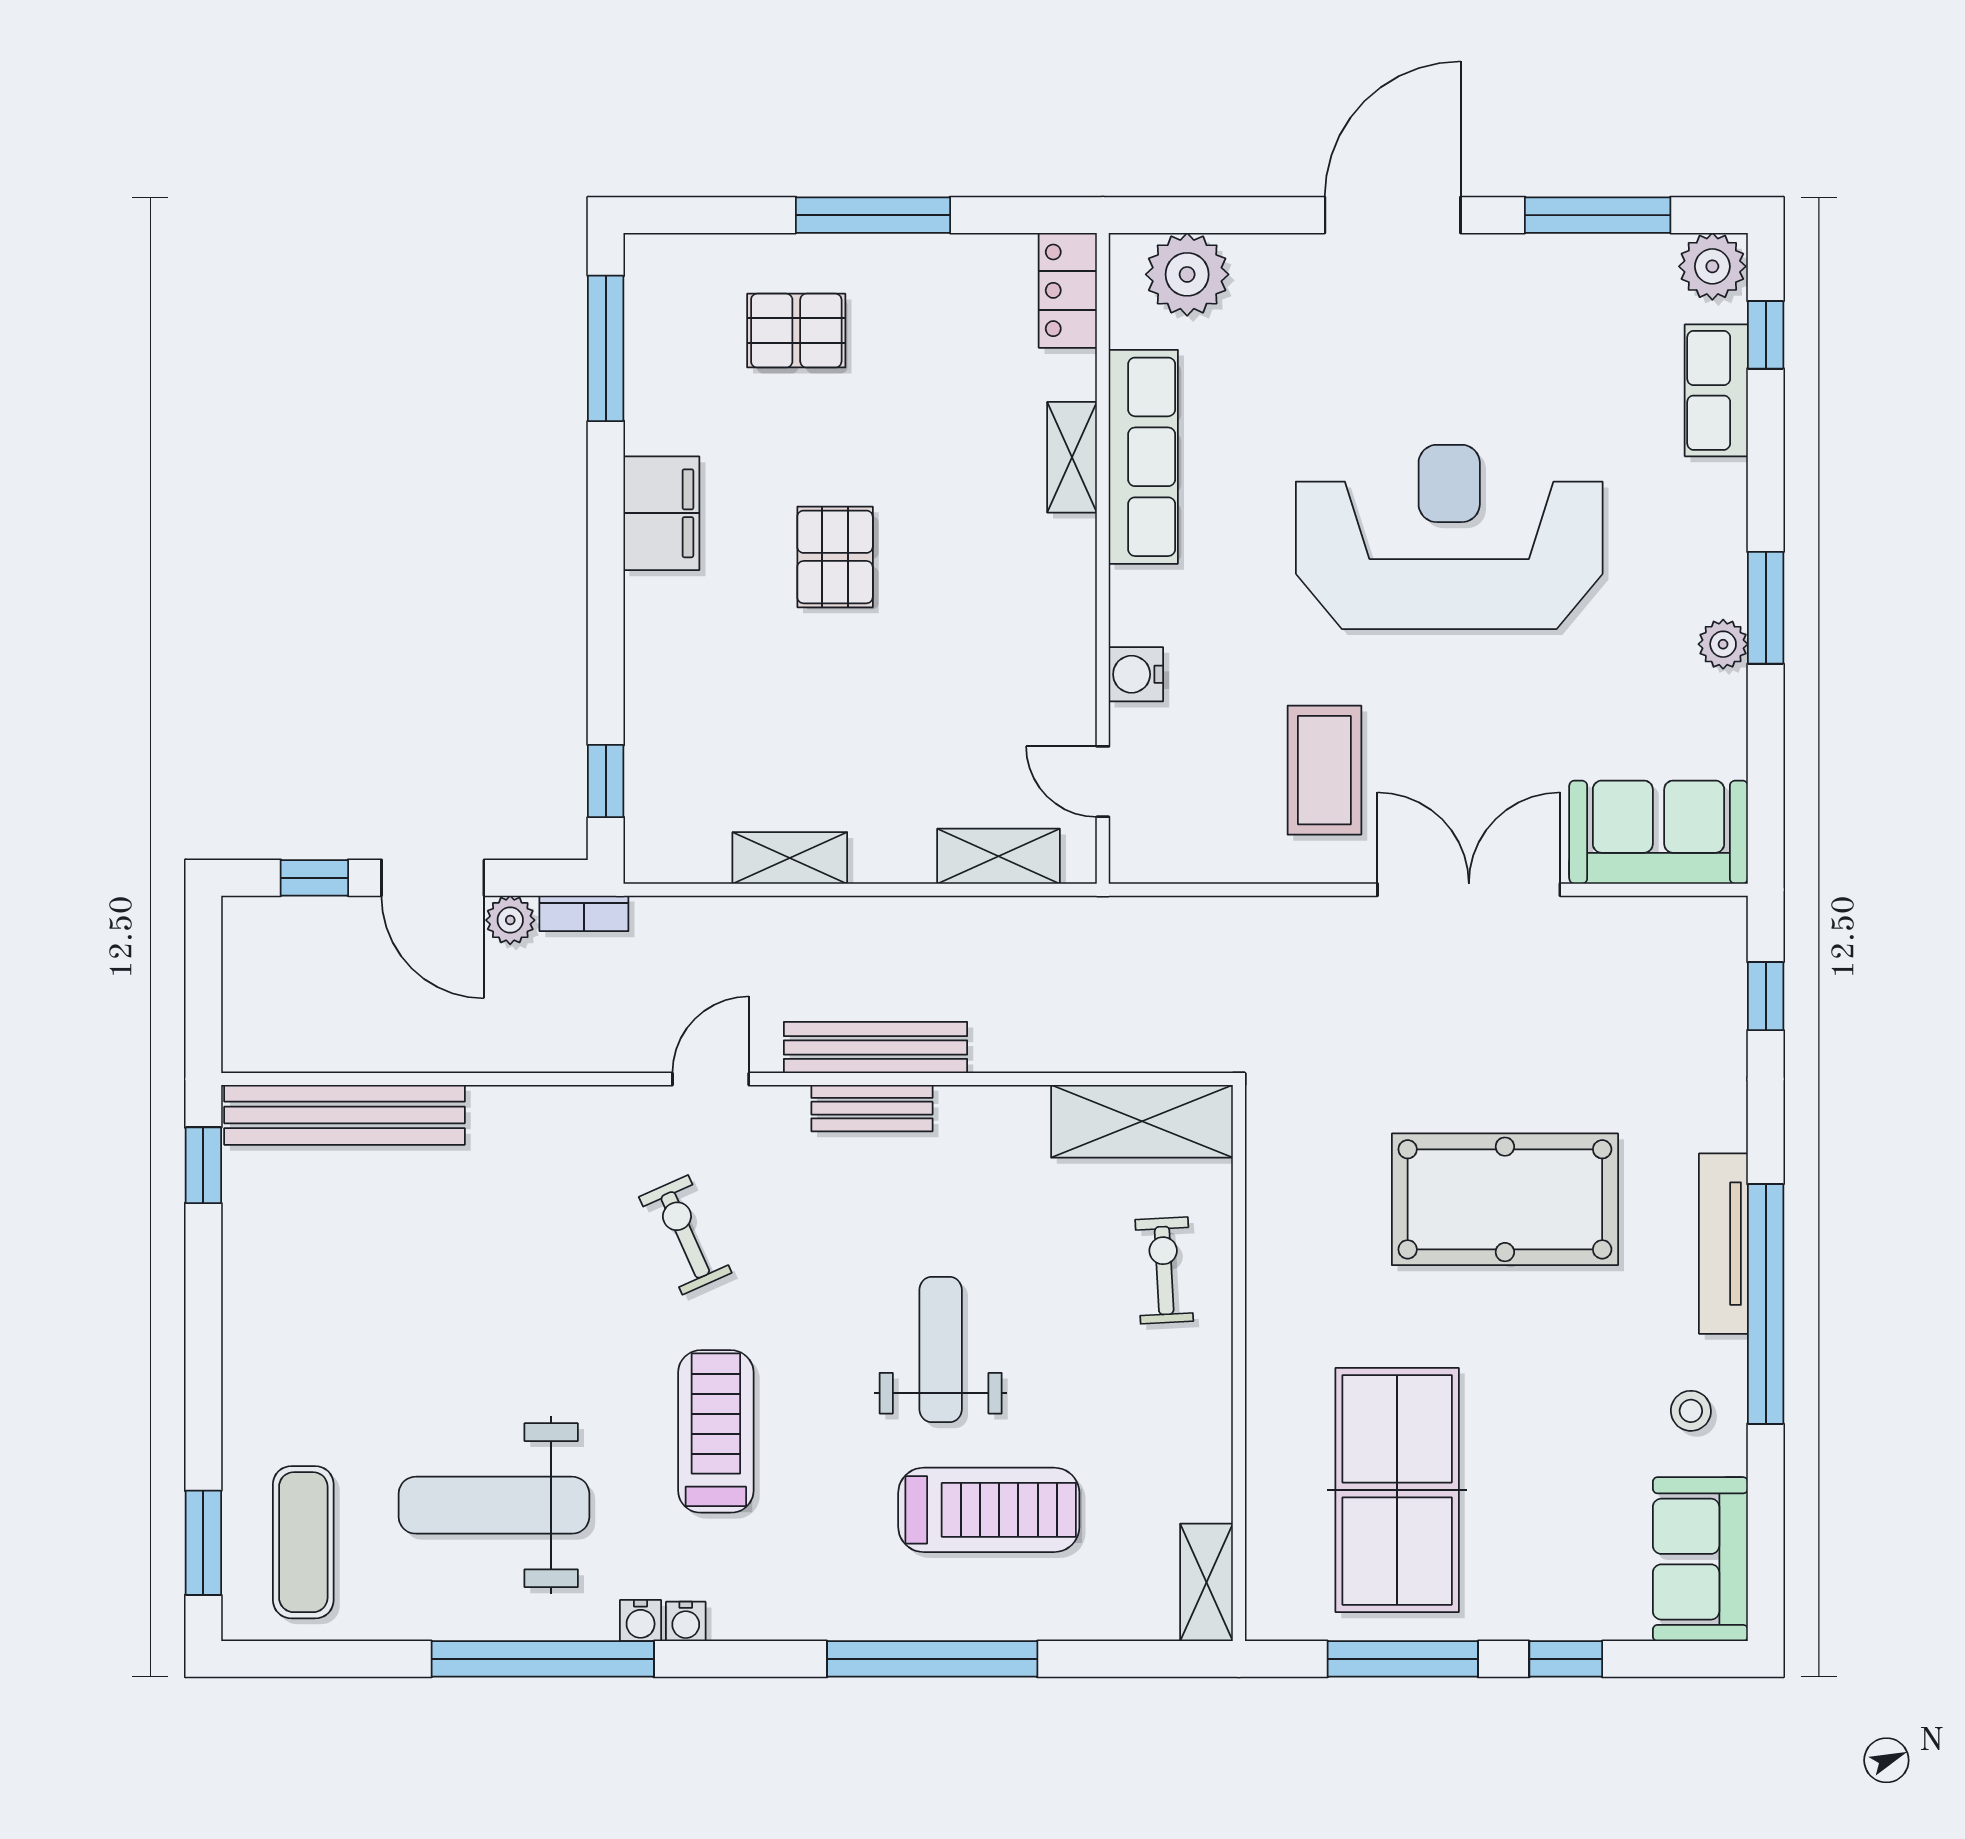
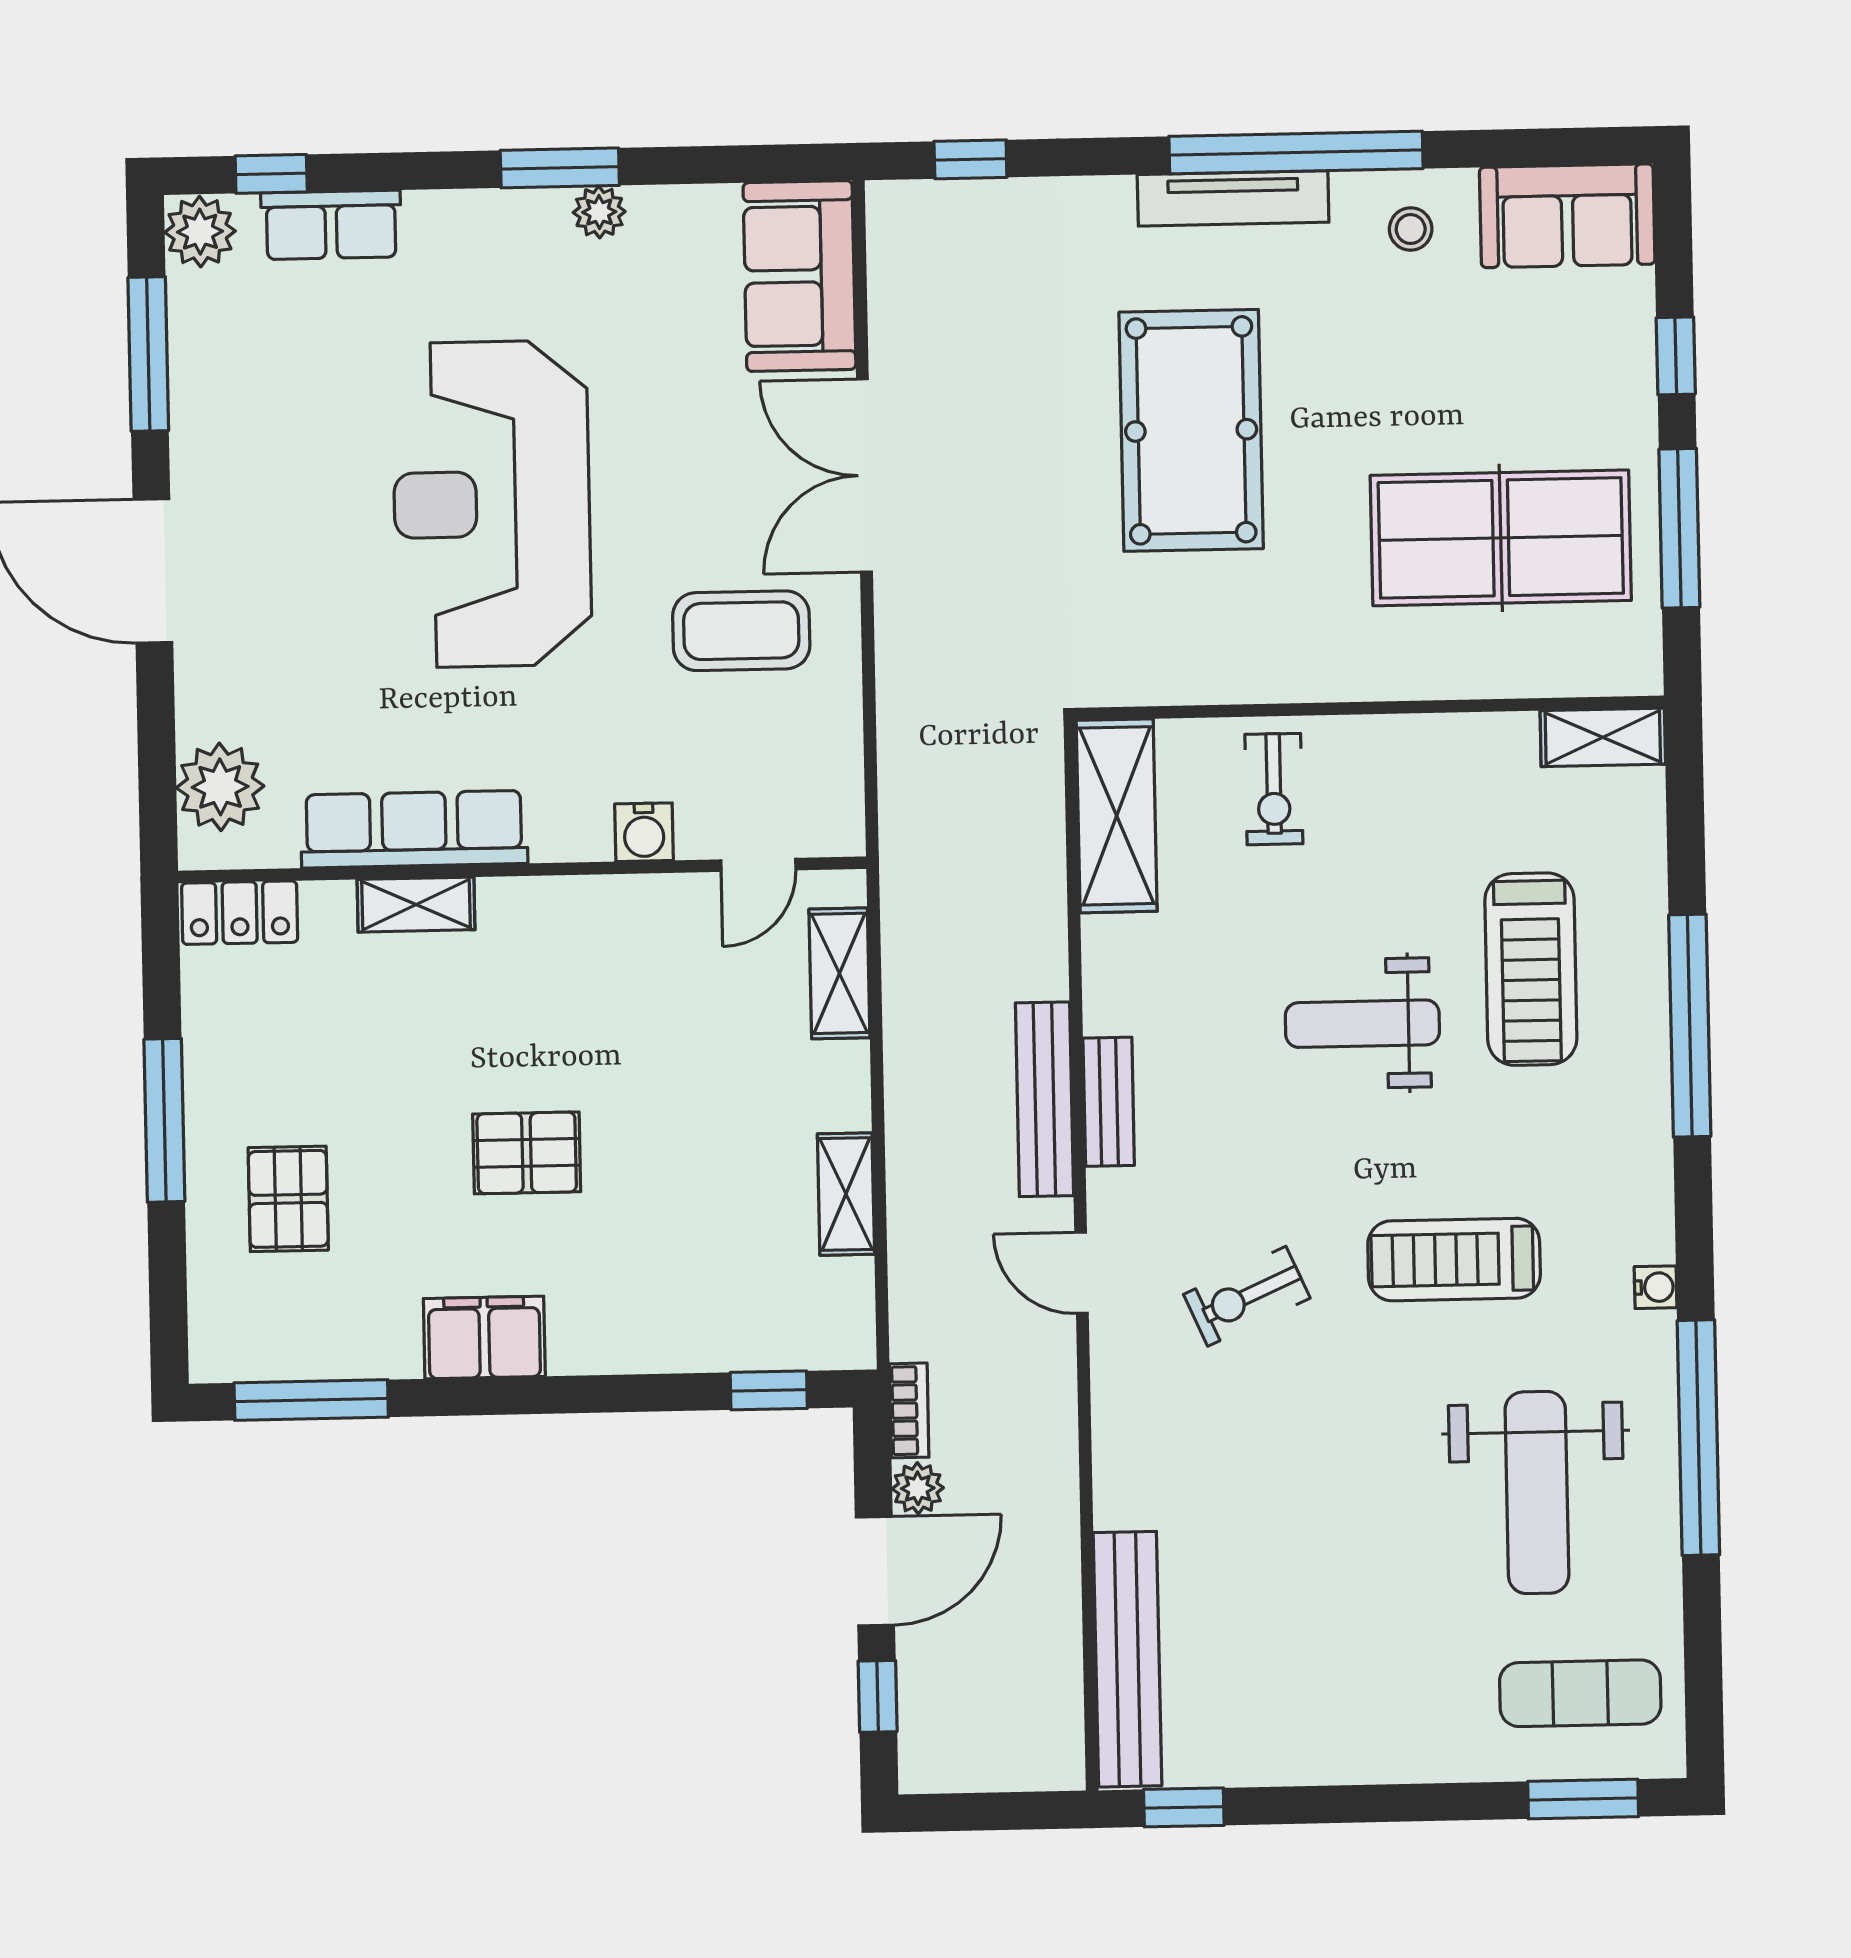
exercise bike: (1164, 1270) -> (1274, 789), turned -87
treadmill: (989, 1510) -> (1531, 969), turned 180
water cooler: (641, 1621) -> (1656, 1335), removed

